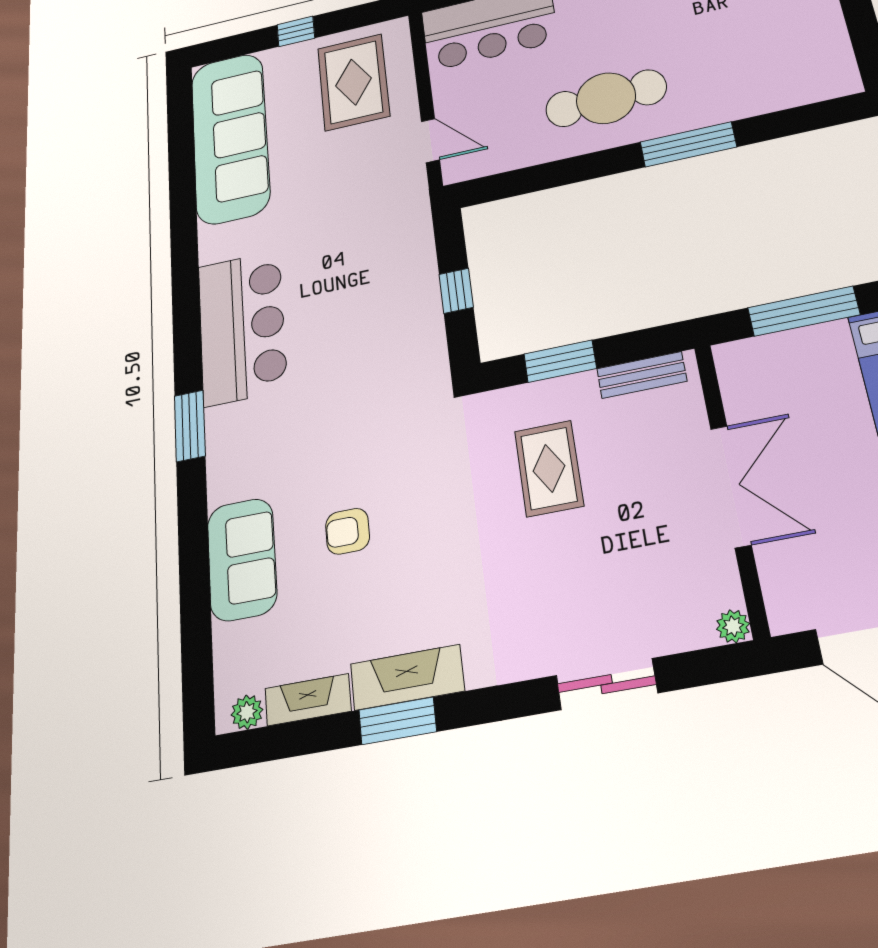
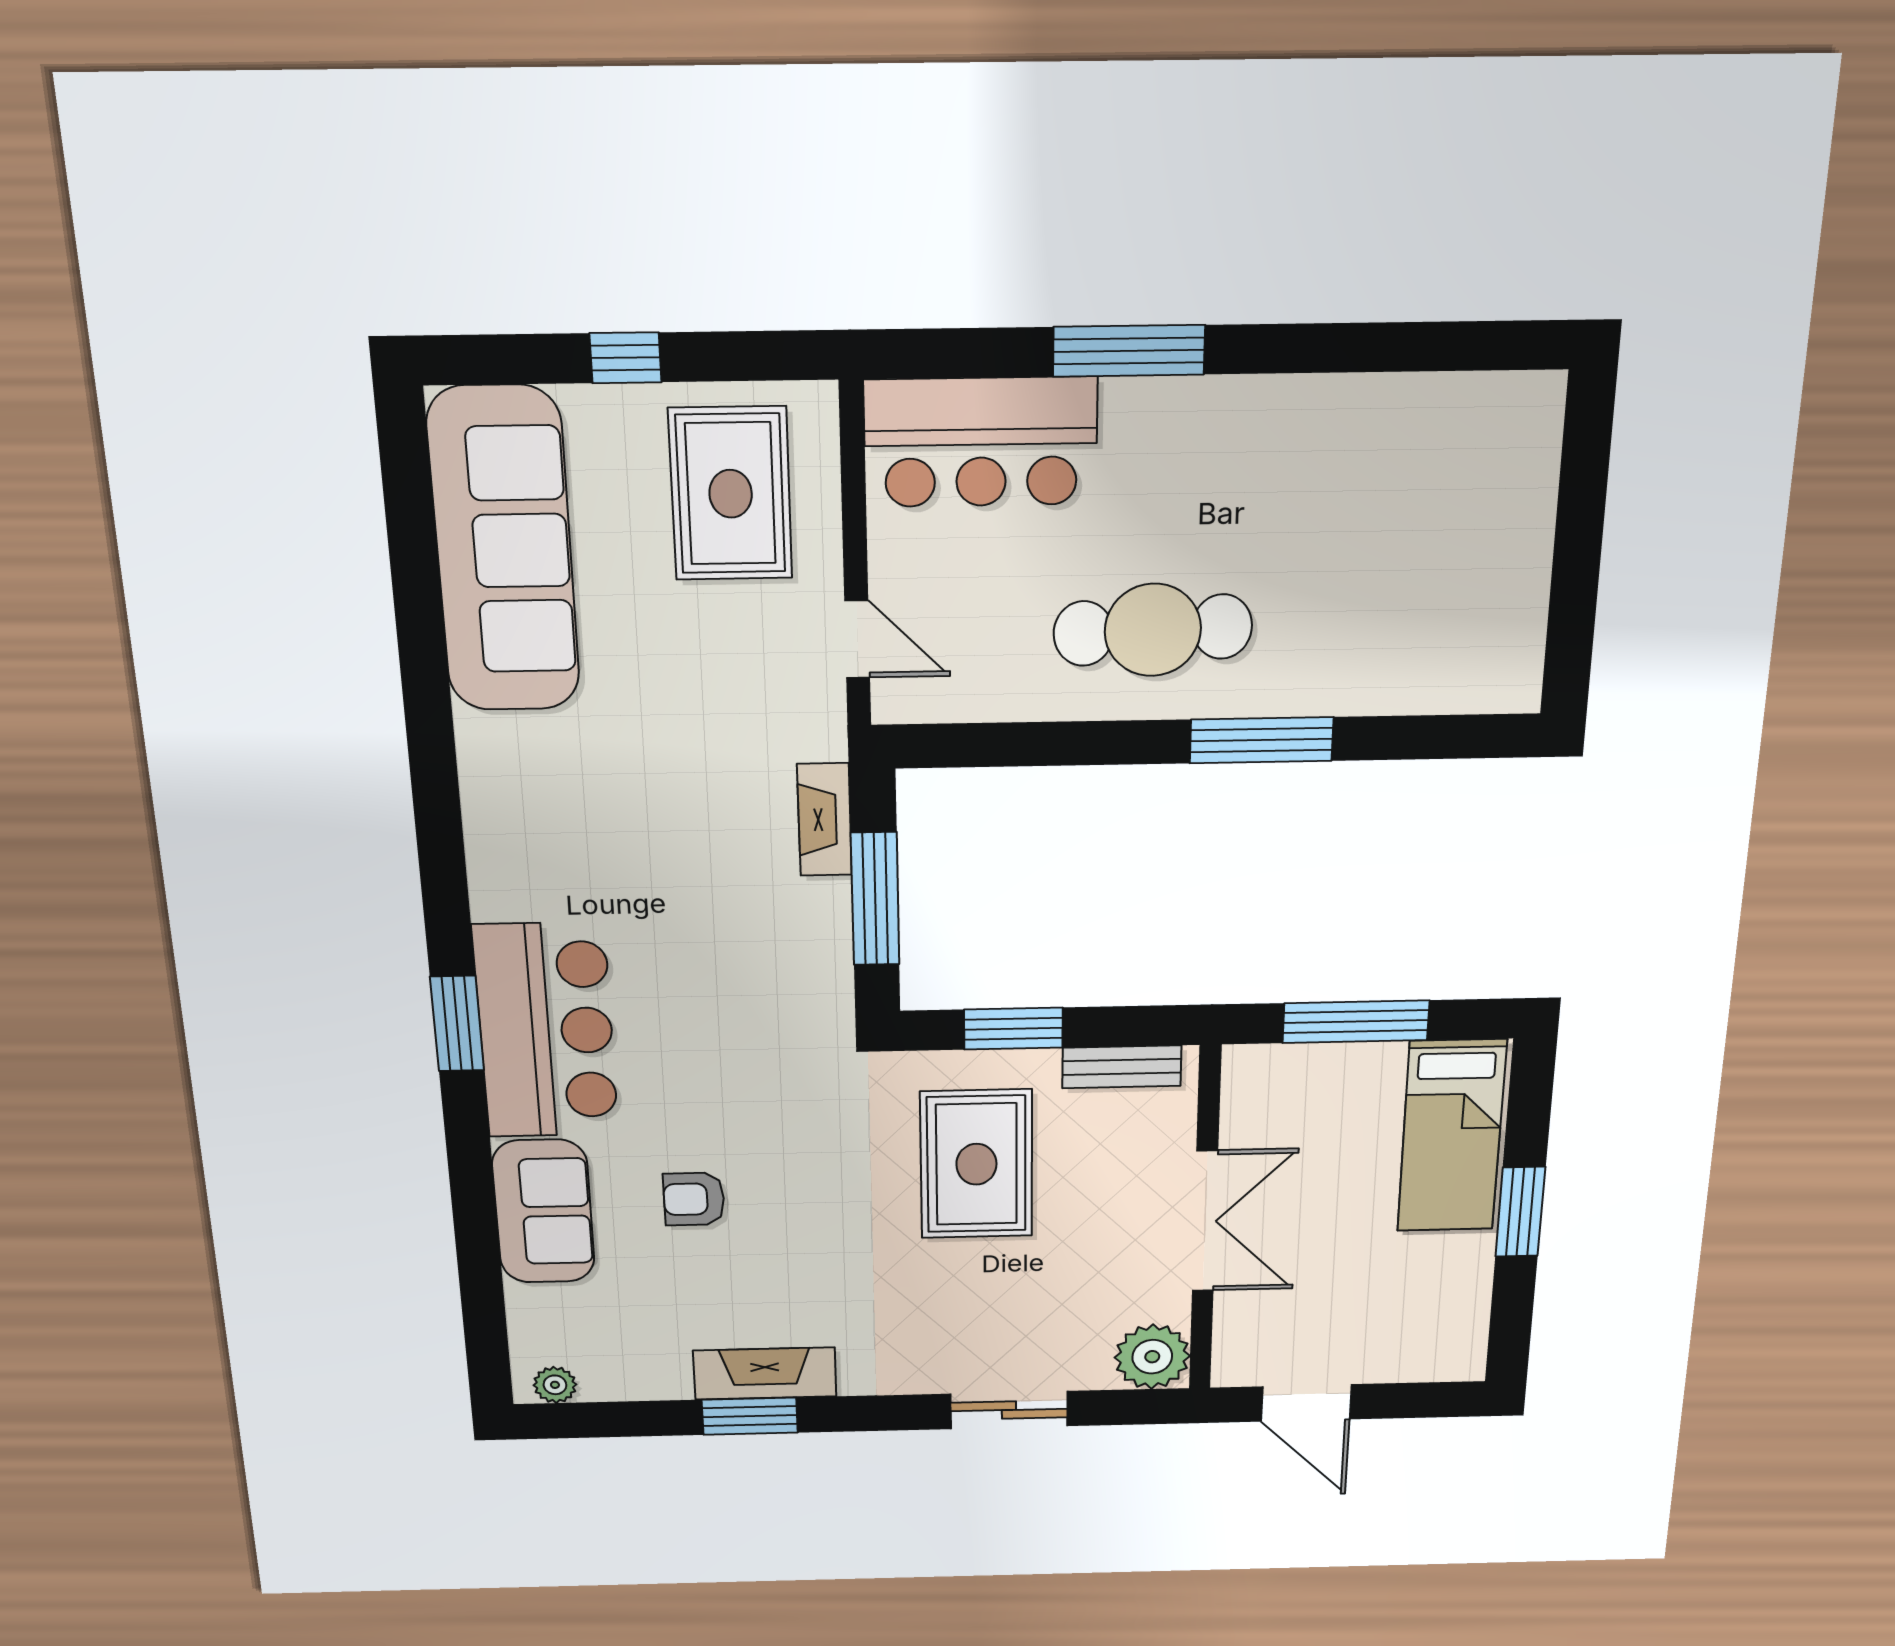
window: (456, 291) -> (875, 899), width x2.17
bar counter: (242, 327) -> (546, 1031), moved
rug: (549, 468) -> (976, 1164), width x1.36, depth x1.43
plant: (733, 626) -> (1152, 1357), width x1.87, depth x1.87
fireplace: (308, 700) -> (825, 820), moved, turned -90

